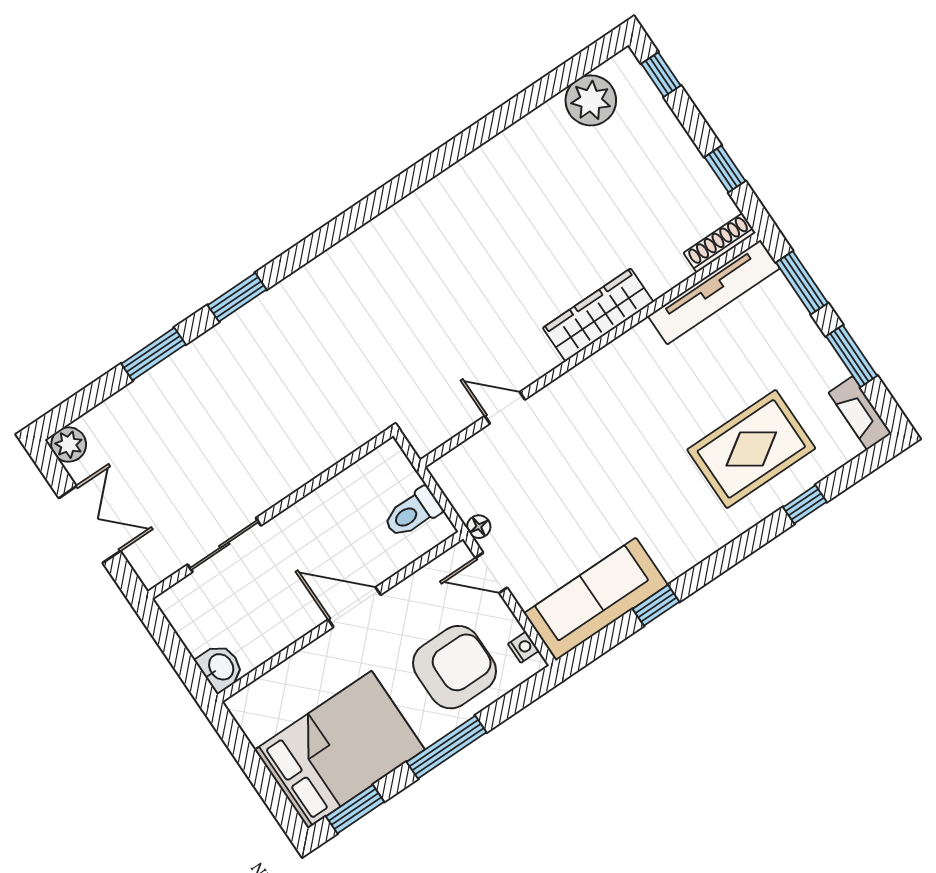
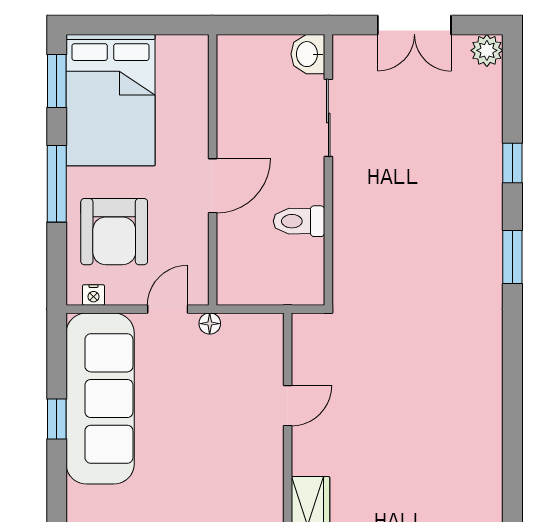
window: (153, 354) -> (512, 163), width x0.67
toilet: (412, 513) -> (299, 221), moved, turned -90
sofa: (596, 599) -> (100, 399), width x1.36, depth x1.27
washbasin: (220, 667) -> (308, 54), moved, turned 90

